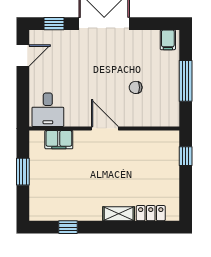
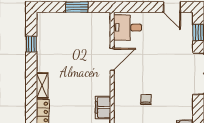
door: (105, 128) -> (112, 59), moved
filing cabinet: (59, 140) -> (103, 107), moved

